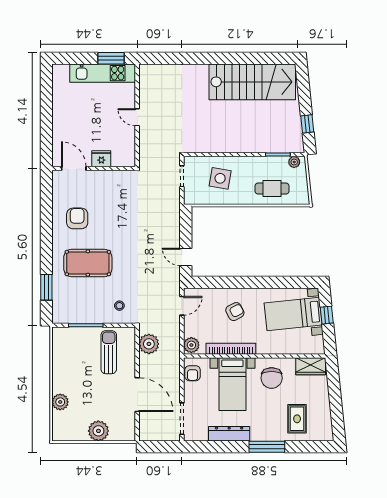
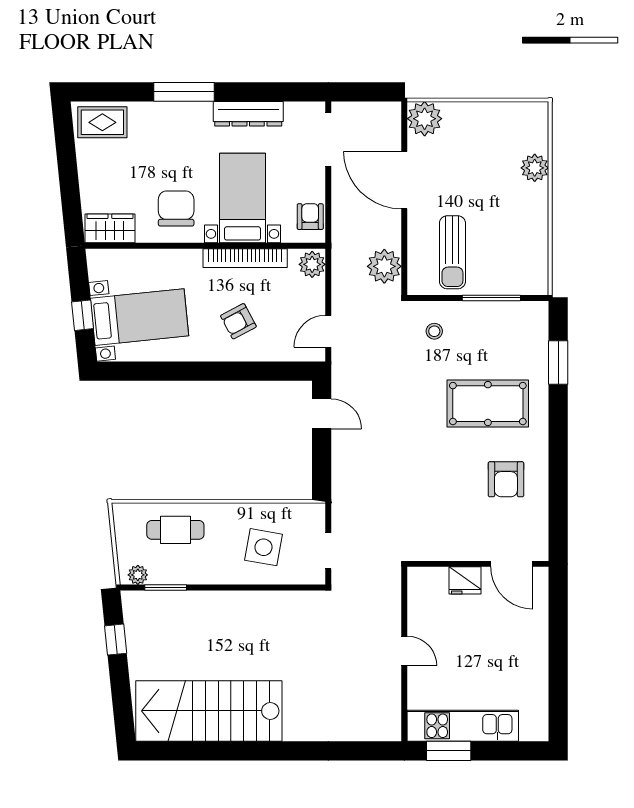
rug: (297, 419) -> (102, 122), moved, turned 90
plant: (98, 431) -> (425, 119), moved

